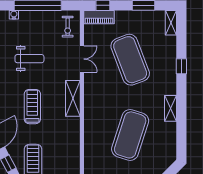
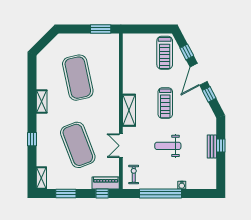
exercise mat: (130, 135) -> (78, 78), turned -30

